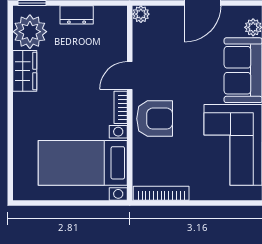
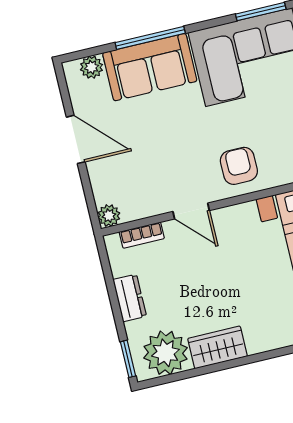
bookcase: (121, 107) -> (142, 235), moved
armchair: (155, 119) -> (239, 166), width x0.72, depth x0.72

